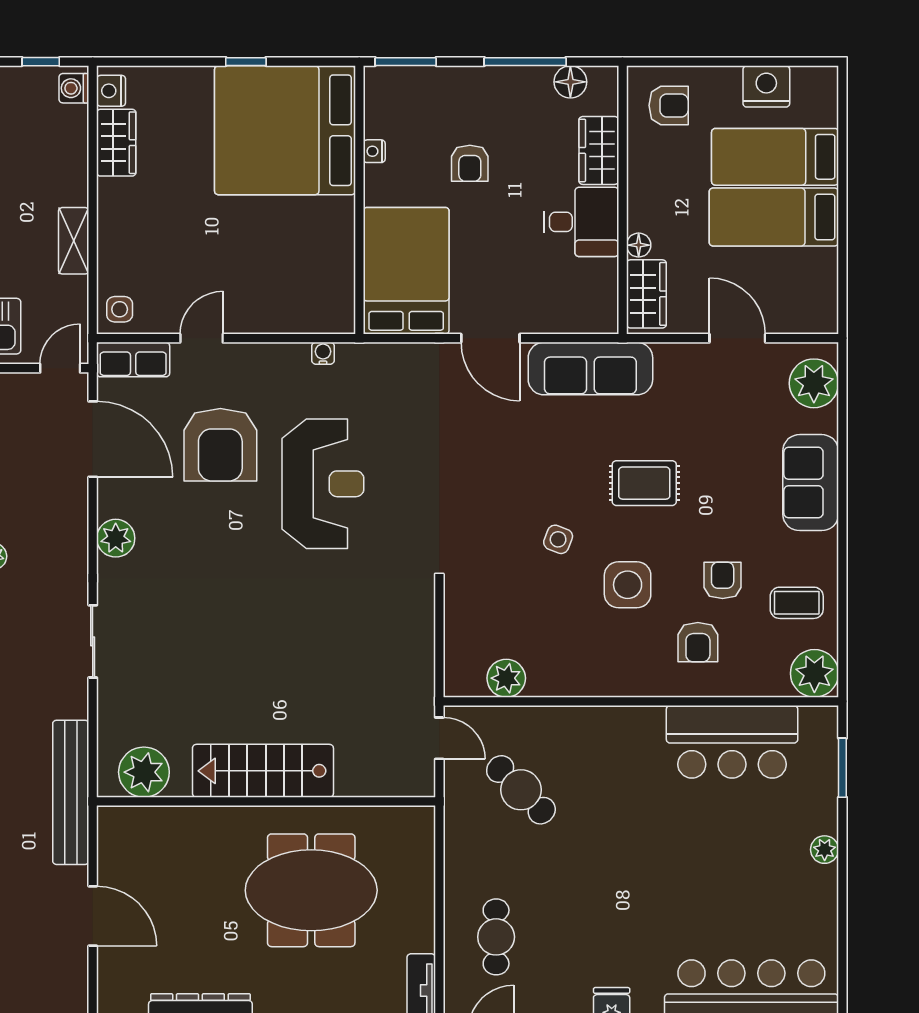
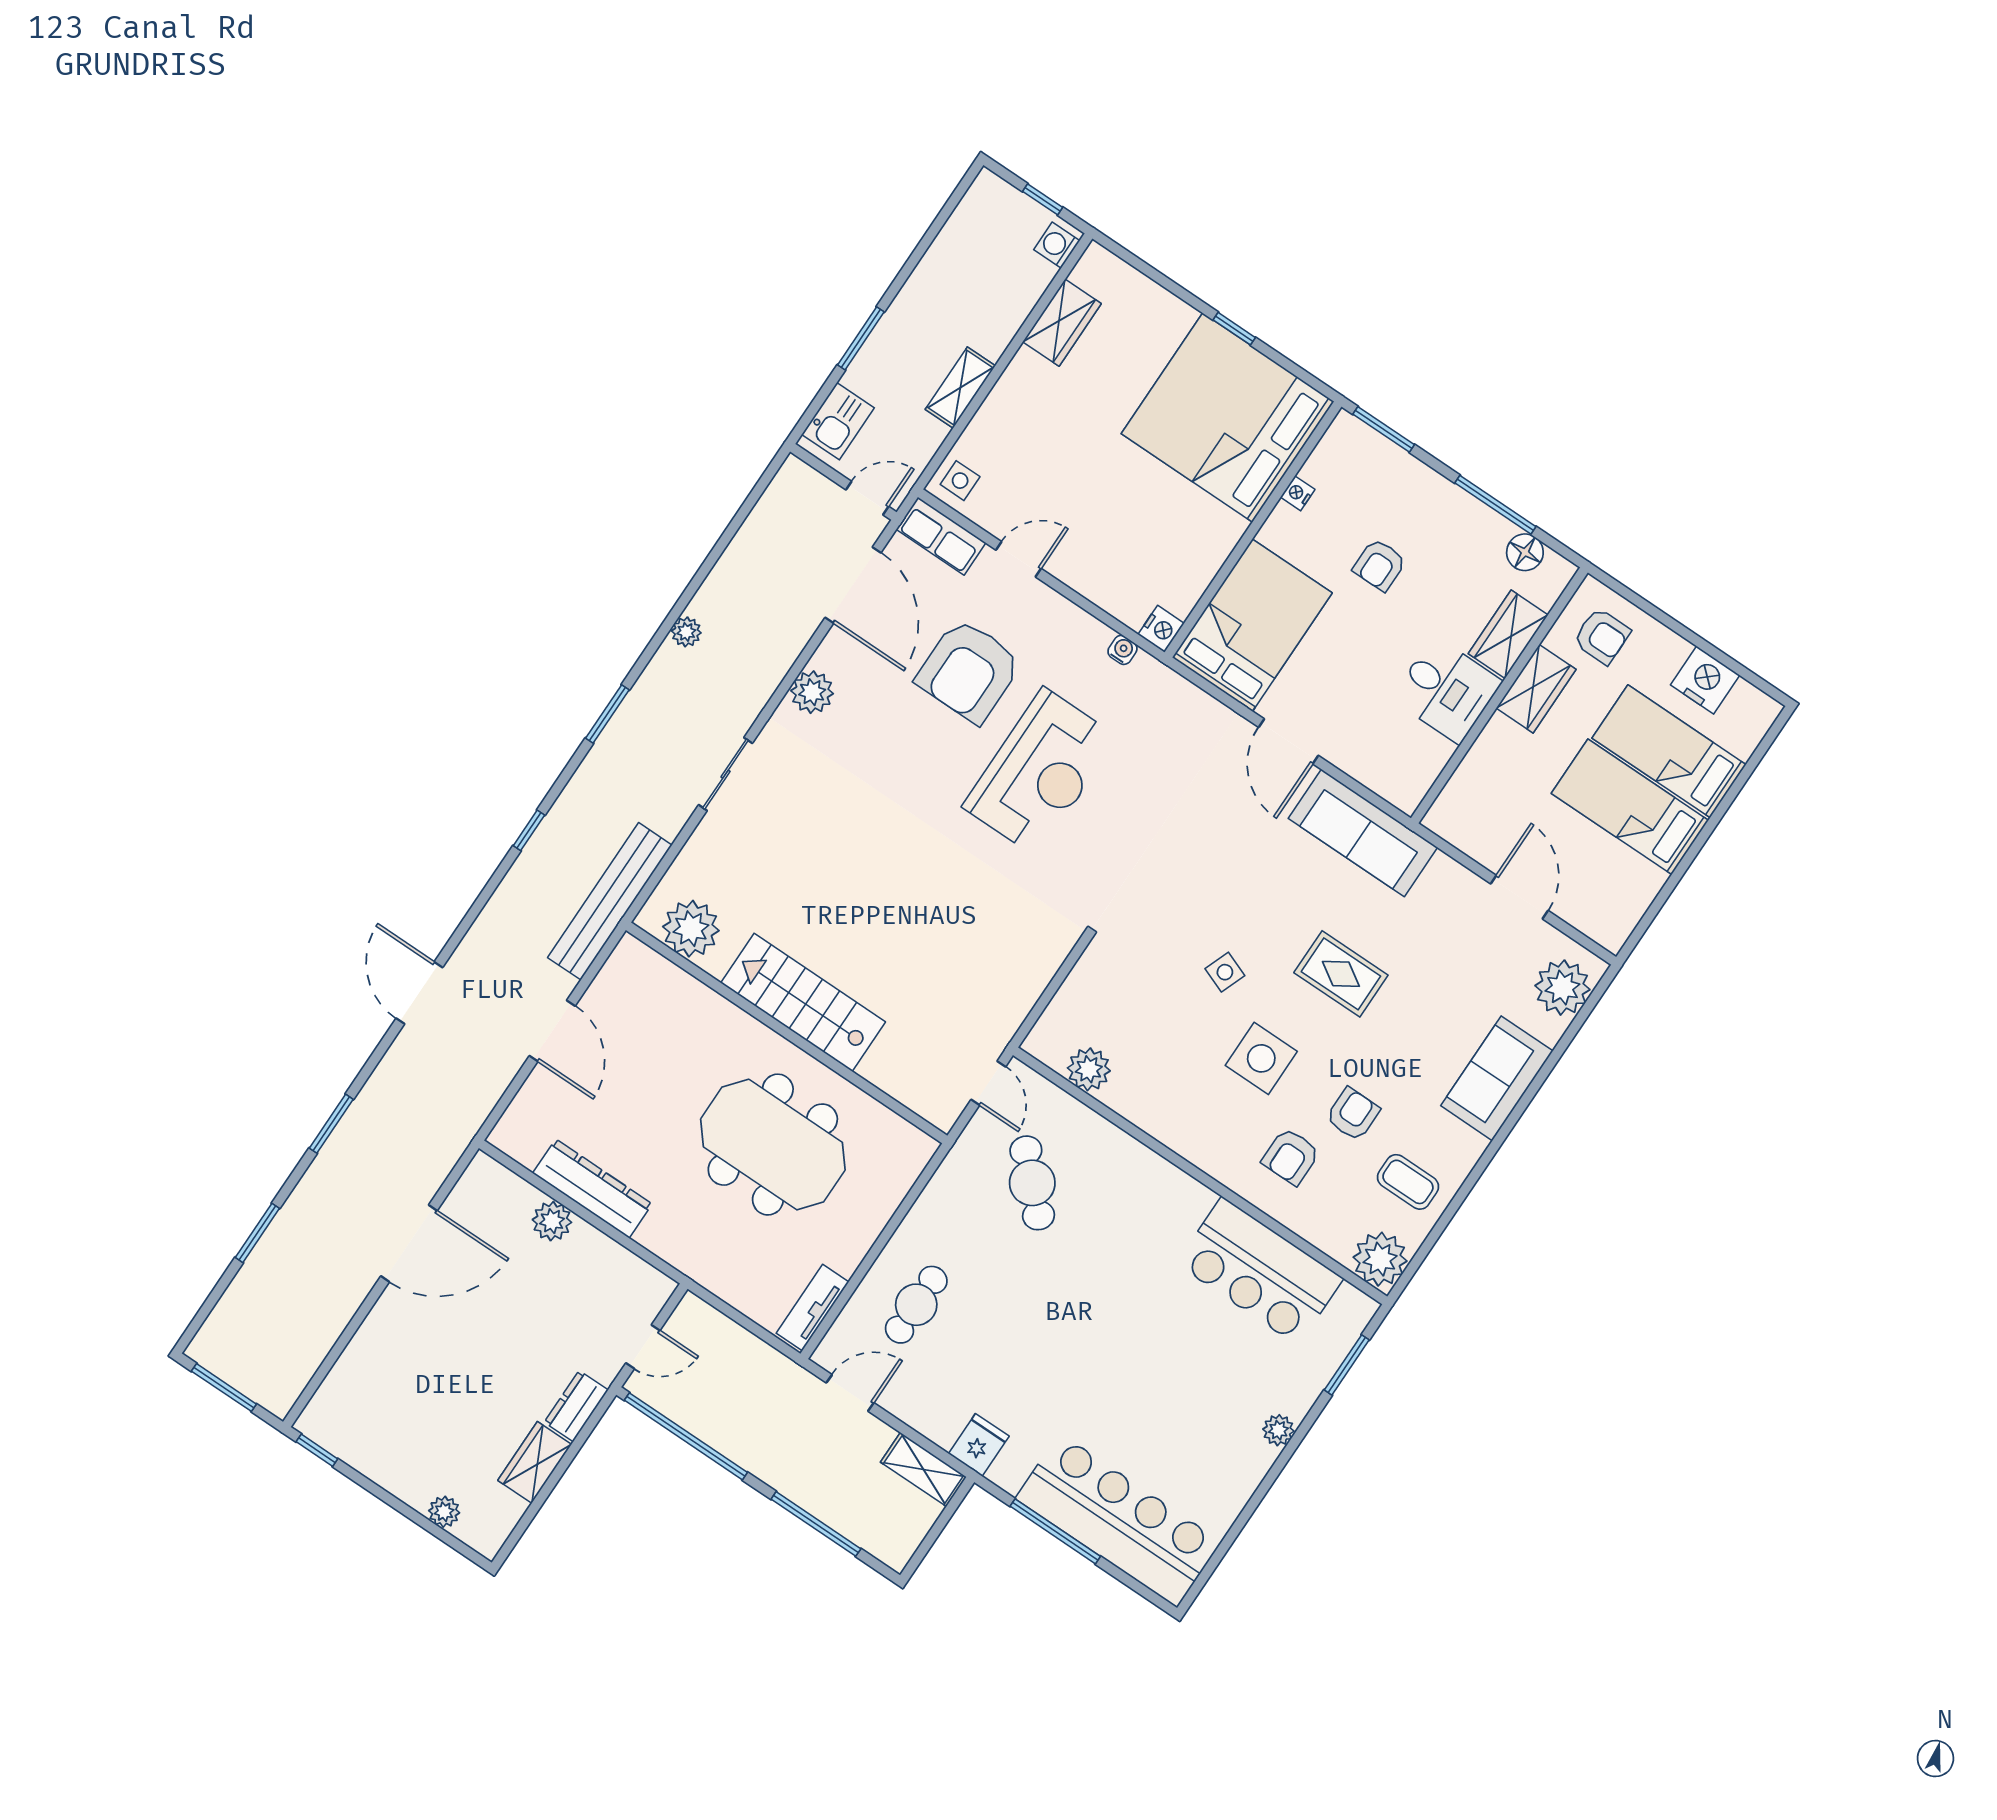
nightstand: (111, 91) -> (1161, 629), moved, turned 180
floor lamp: (639, 245) -> (1486, 748), removed
wardrobe: (646, 294) -> (1536, 689), moved

